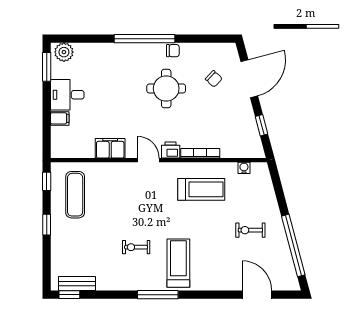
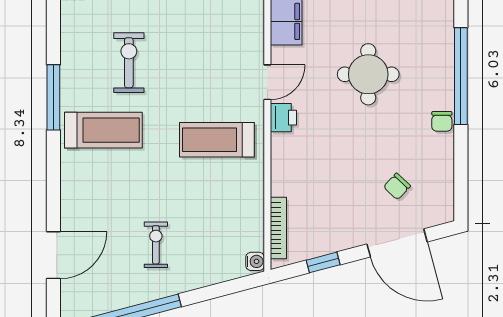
round table: (166, 88) -> (368, 74), moved
bookcase: (200, 153) -> (278, 228), moved
water cooler: (244, 168) -> (255, 261), moved
treadmill: (201, 189) -> (217, 140), moved, turned 90
exercise bike: (136, 247) -> (129, 63), width x1.38, depth x1.39

